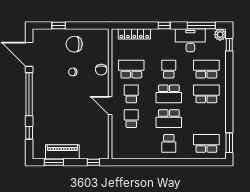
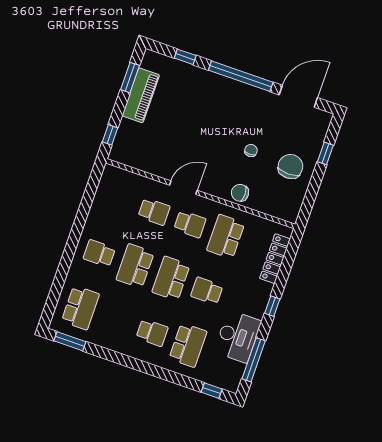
plant: (220, 35) -> (231, 382), removed
school desk: (131, 69) -> (226, 237), turned 180
school desk: (169, 69) -> (207, 291), turned 180
school desk: (206, 94) -> (152, 333), width x0.54

